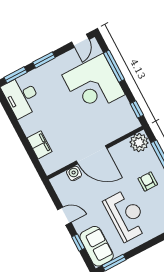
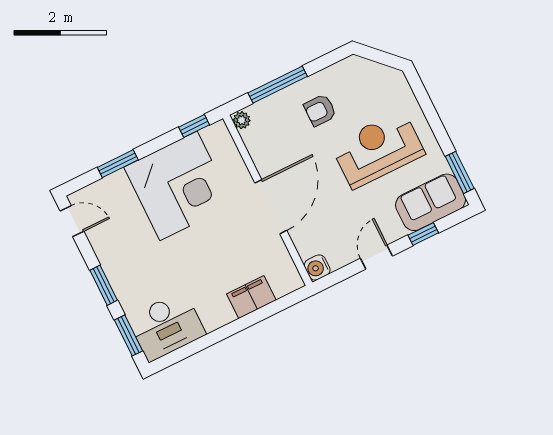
window: (114, 66) -> (118, 164), width x0.69
corner desk: (93, 85) -> (179, 186), moved
plant: (139, 143) -> (242, 120), width x0.53, depth x0.53
water cooler: (74, 173) -> (317, 268), moved

